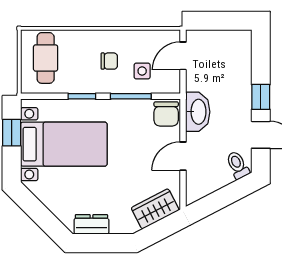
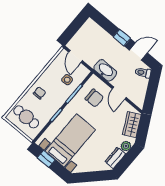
chair: (109, 61) -> (39, 93), moved
chair: (166, 114) -> (94, 98), moved
plant: (120, 225) -> (126, 146), added

